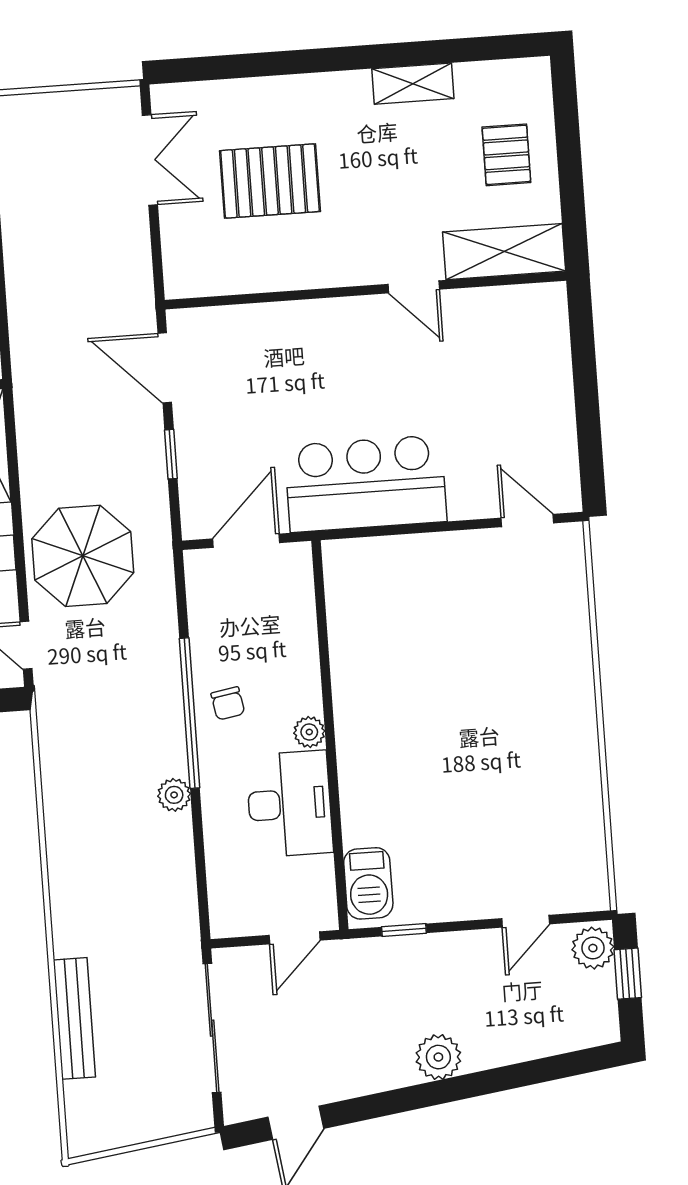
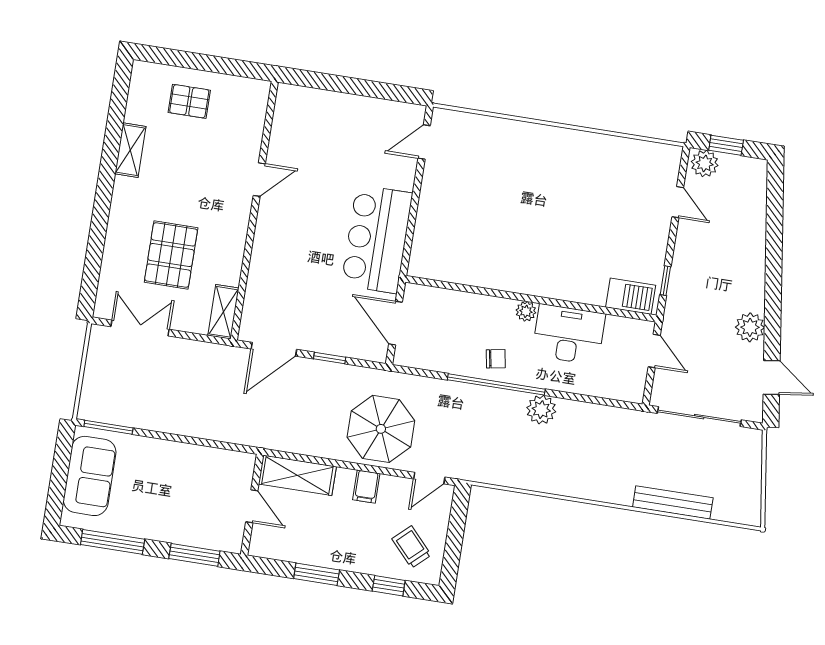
shelving: (504, 252) -> (223, 312), moved, width x0.67, depth x0.75
plant: (174, 795) -> (541, 410), width x1.38, depth x1.38
plant: (438, 1057) -> (750, 327), moved

